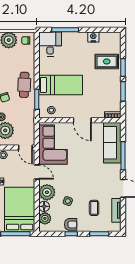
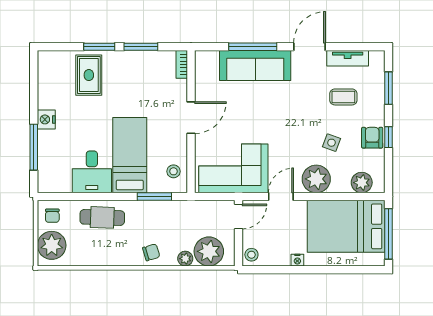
nightstand: (93, 37) -> (46, 119), moved
desk: (50, 44) -> (92, 172), moved, turned -90
cafe table: (24, 85) -> (102, 217), moved
sofa: (112, 143) -> (255, 65), moved
floor lamp: (44, 206) -> (341, 184), removed

